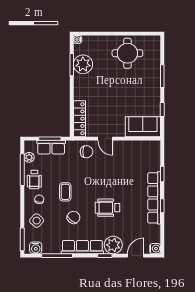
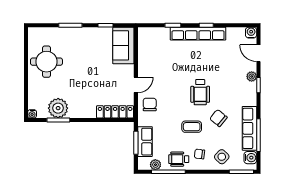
wheelchair: (34, 180) -> (179, 159), turned 180
wheelchair: (108, 208) -> (200, 92), moved
plant: (113, 245) -> (252, 76), width x0.53, depth x0.53
row of seats: (82, 247) -> (250, 128), moved

